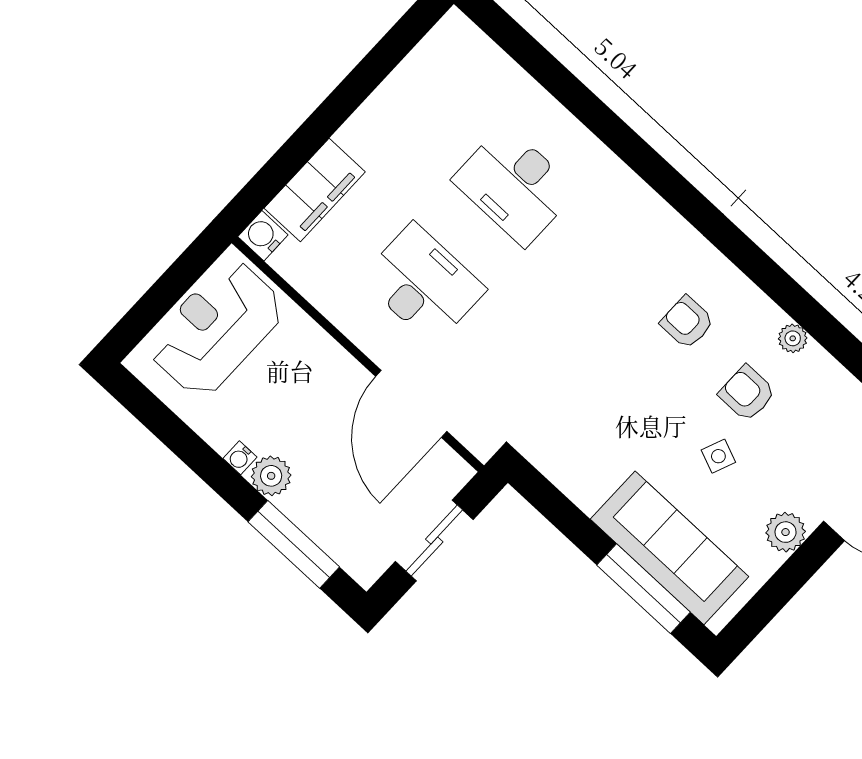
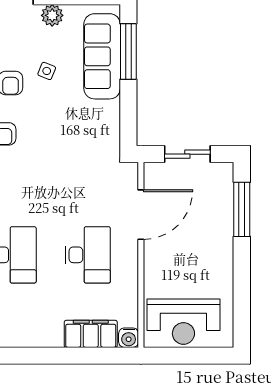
desk: (423, 284) -> (88, 255), turned 180
water cooler: (240, 458) -> (227, 264), removed
plant: (271, 476) -> (223, 244), removed

